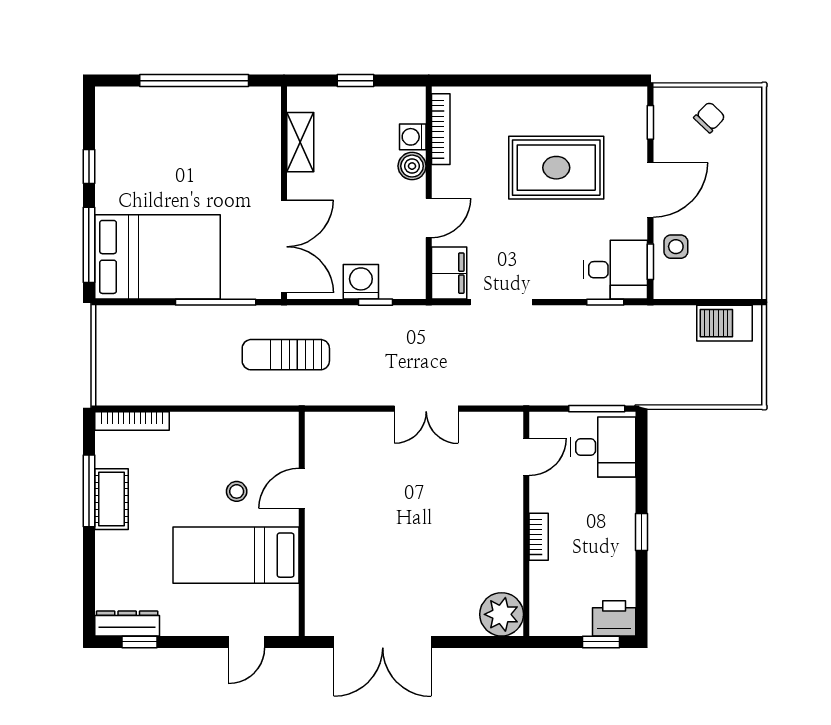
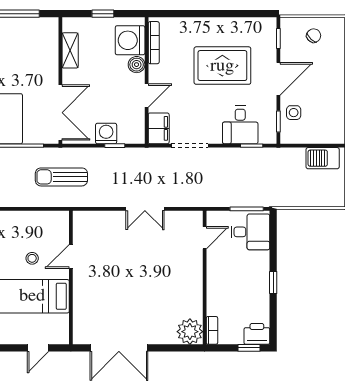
washing machine: (413, 137) -> (130, 40), width x1.89, depth x1.89
desk: (616, 270) -> (240, 125), moved, turned 90
bookcase: (539, 537) -> (212, 330), moved

